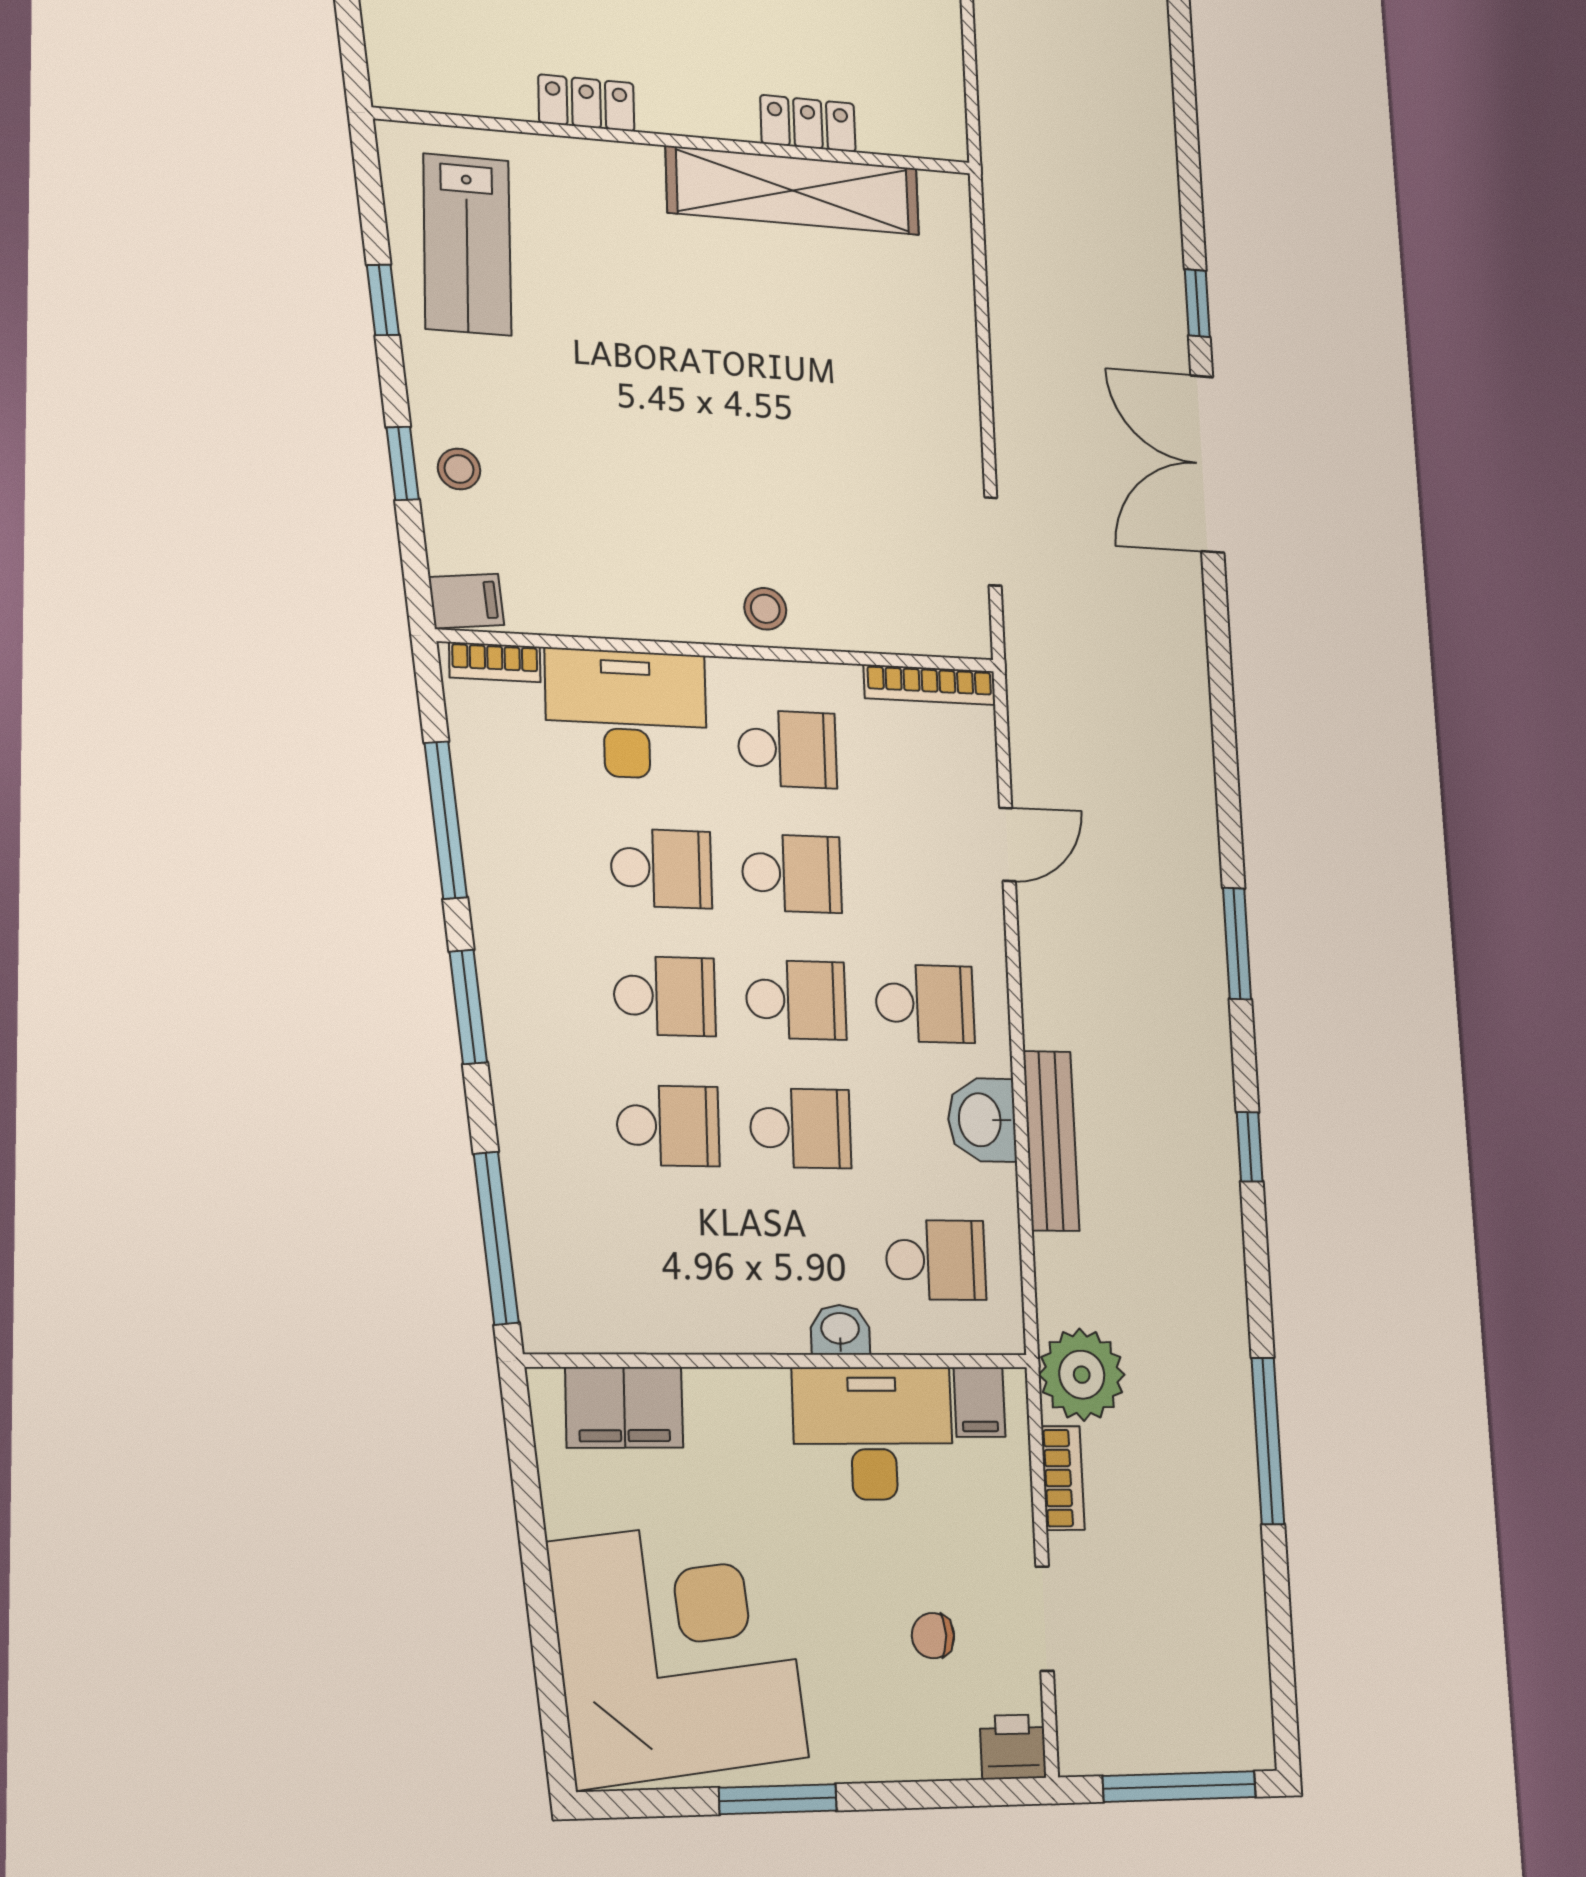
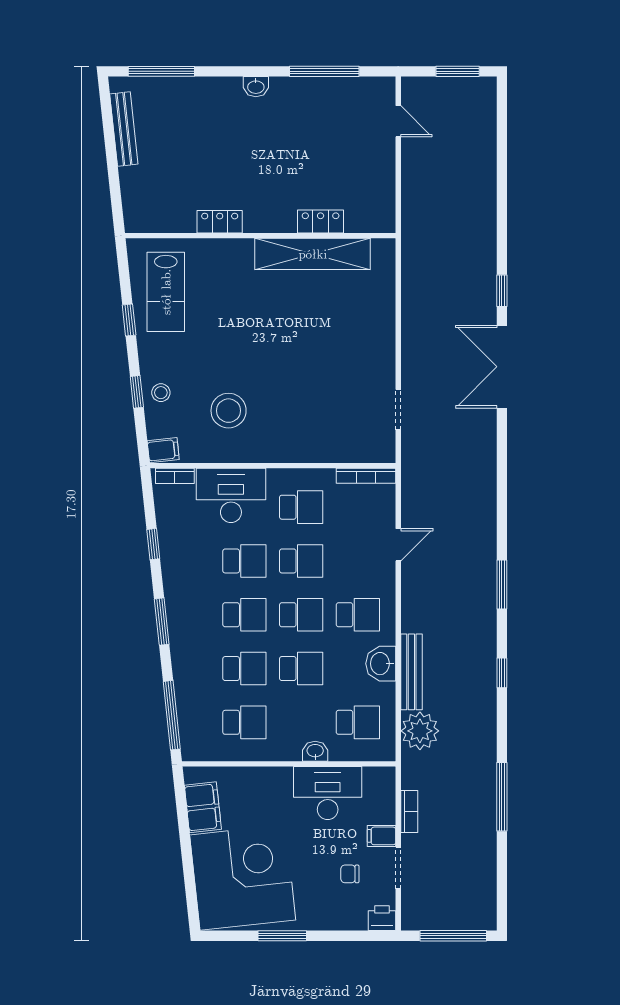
stool: (765, 609) -> (229, 411), moved, width x1.89, depth x1.89
window: (446, 820) -> (153, 544), width x0.46
school desk: (672, 1257) -> (244, 722), added
plant: (1082, 1375) -> (420, 731), moved
filing cabinet: (979, 1402) -> (382, 836), moved, turned 90
filing cabinet: (624, 1407) -> (203, 807), moved, turned -96

